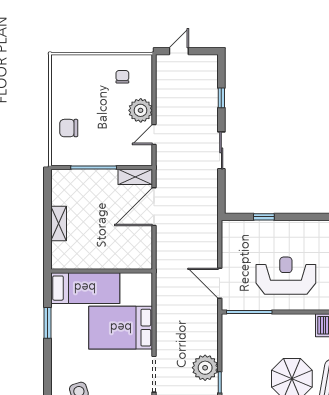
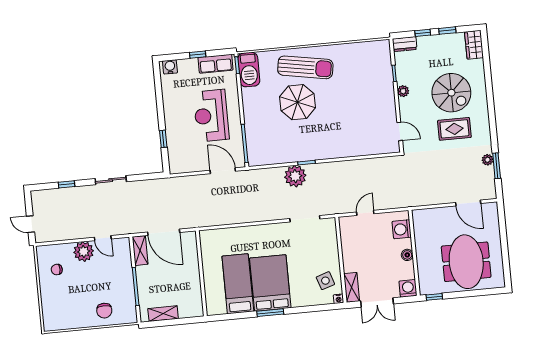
shelving: (59, 223) -> (163, 314), moved
wall: (102, 271) -> (201, 273), moved
door: (220, 283) -> (223, 171), swing flipped
bed: (121, 328) -> (270, 283), moved, turned 180

